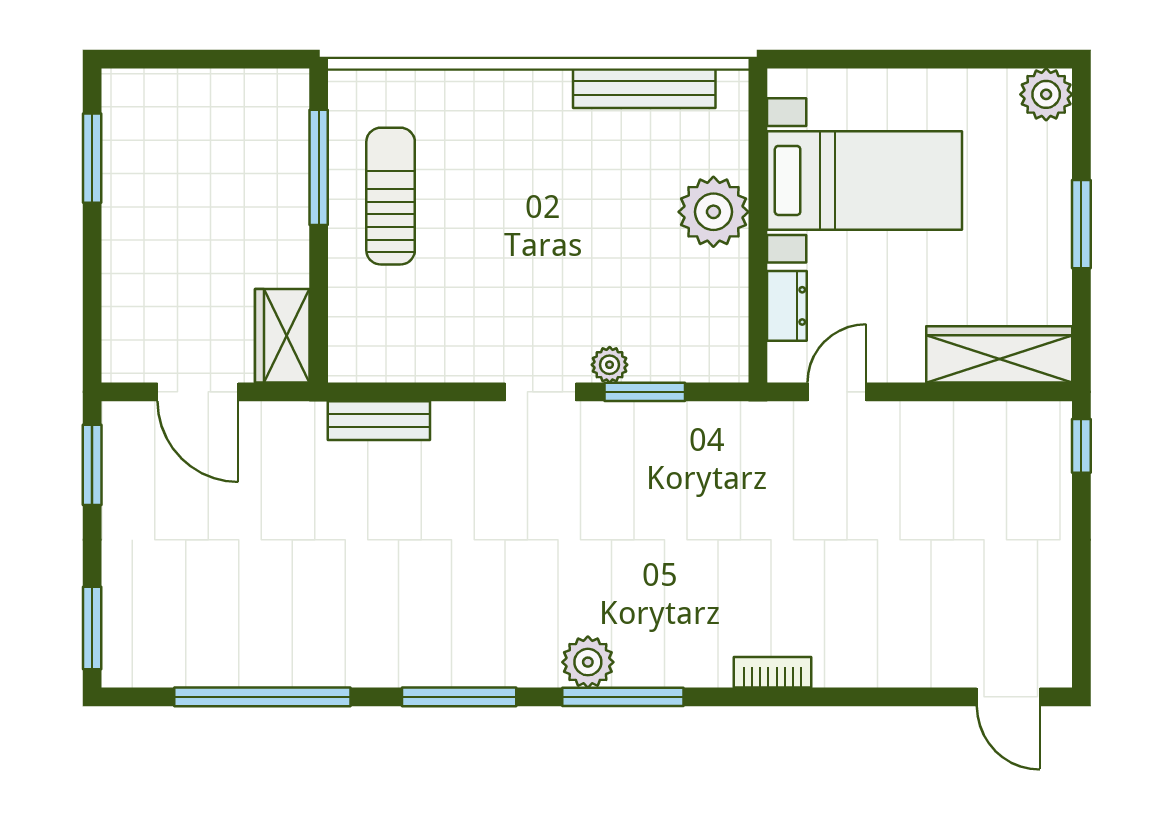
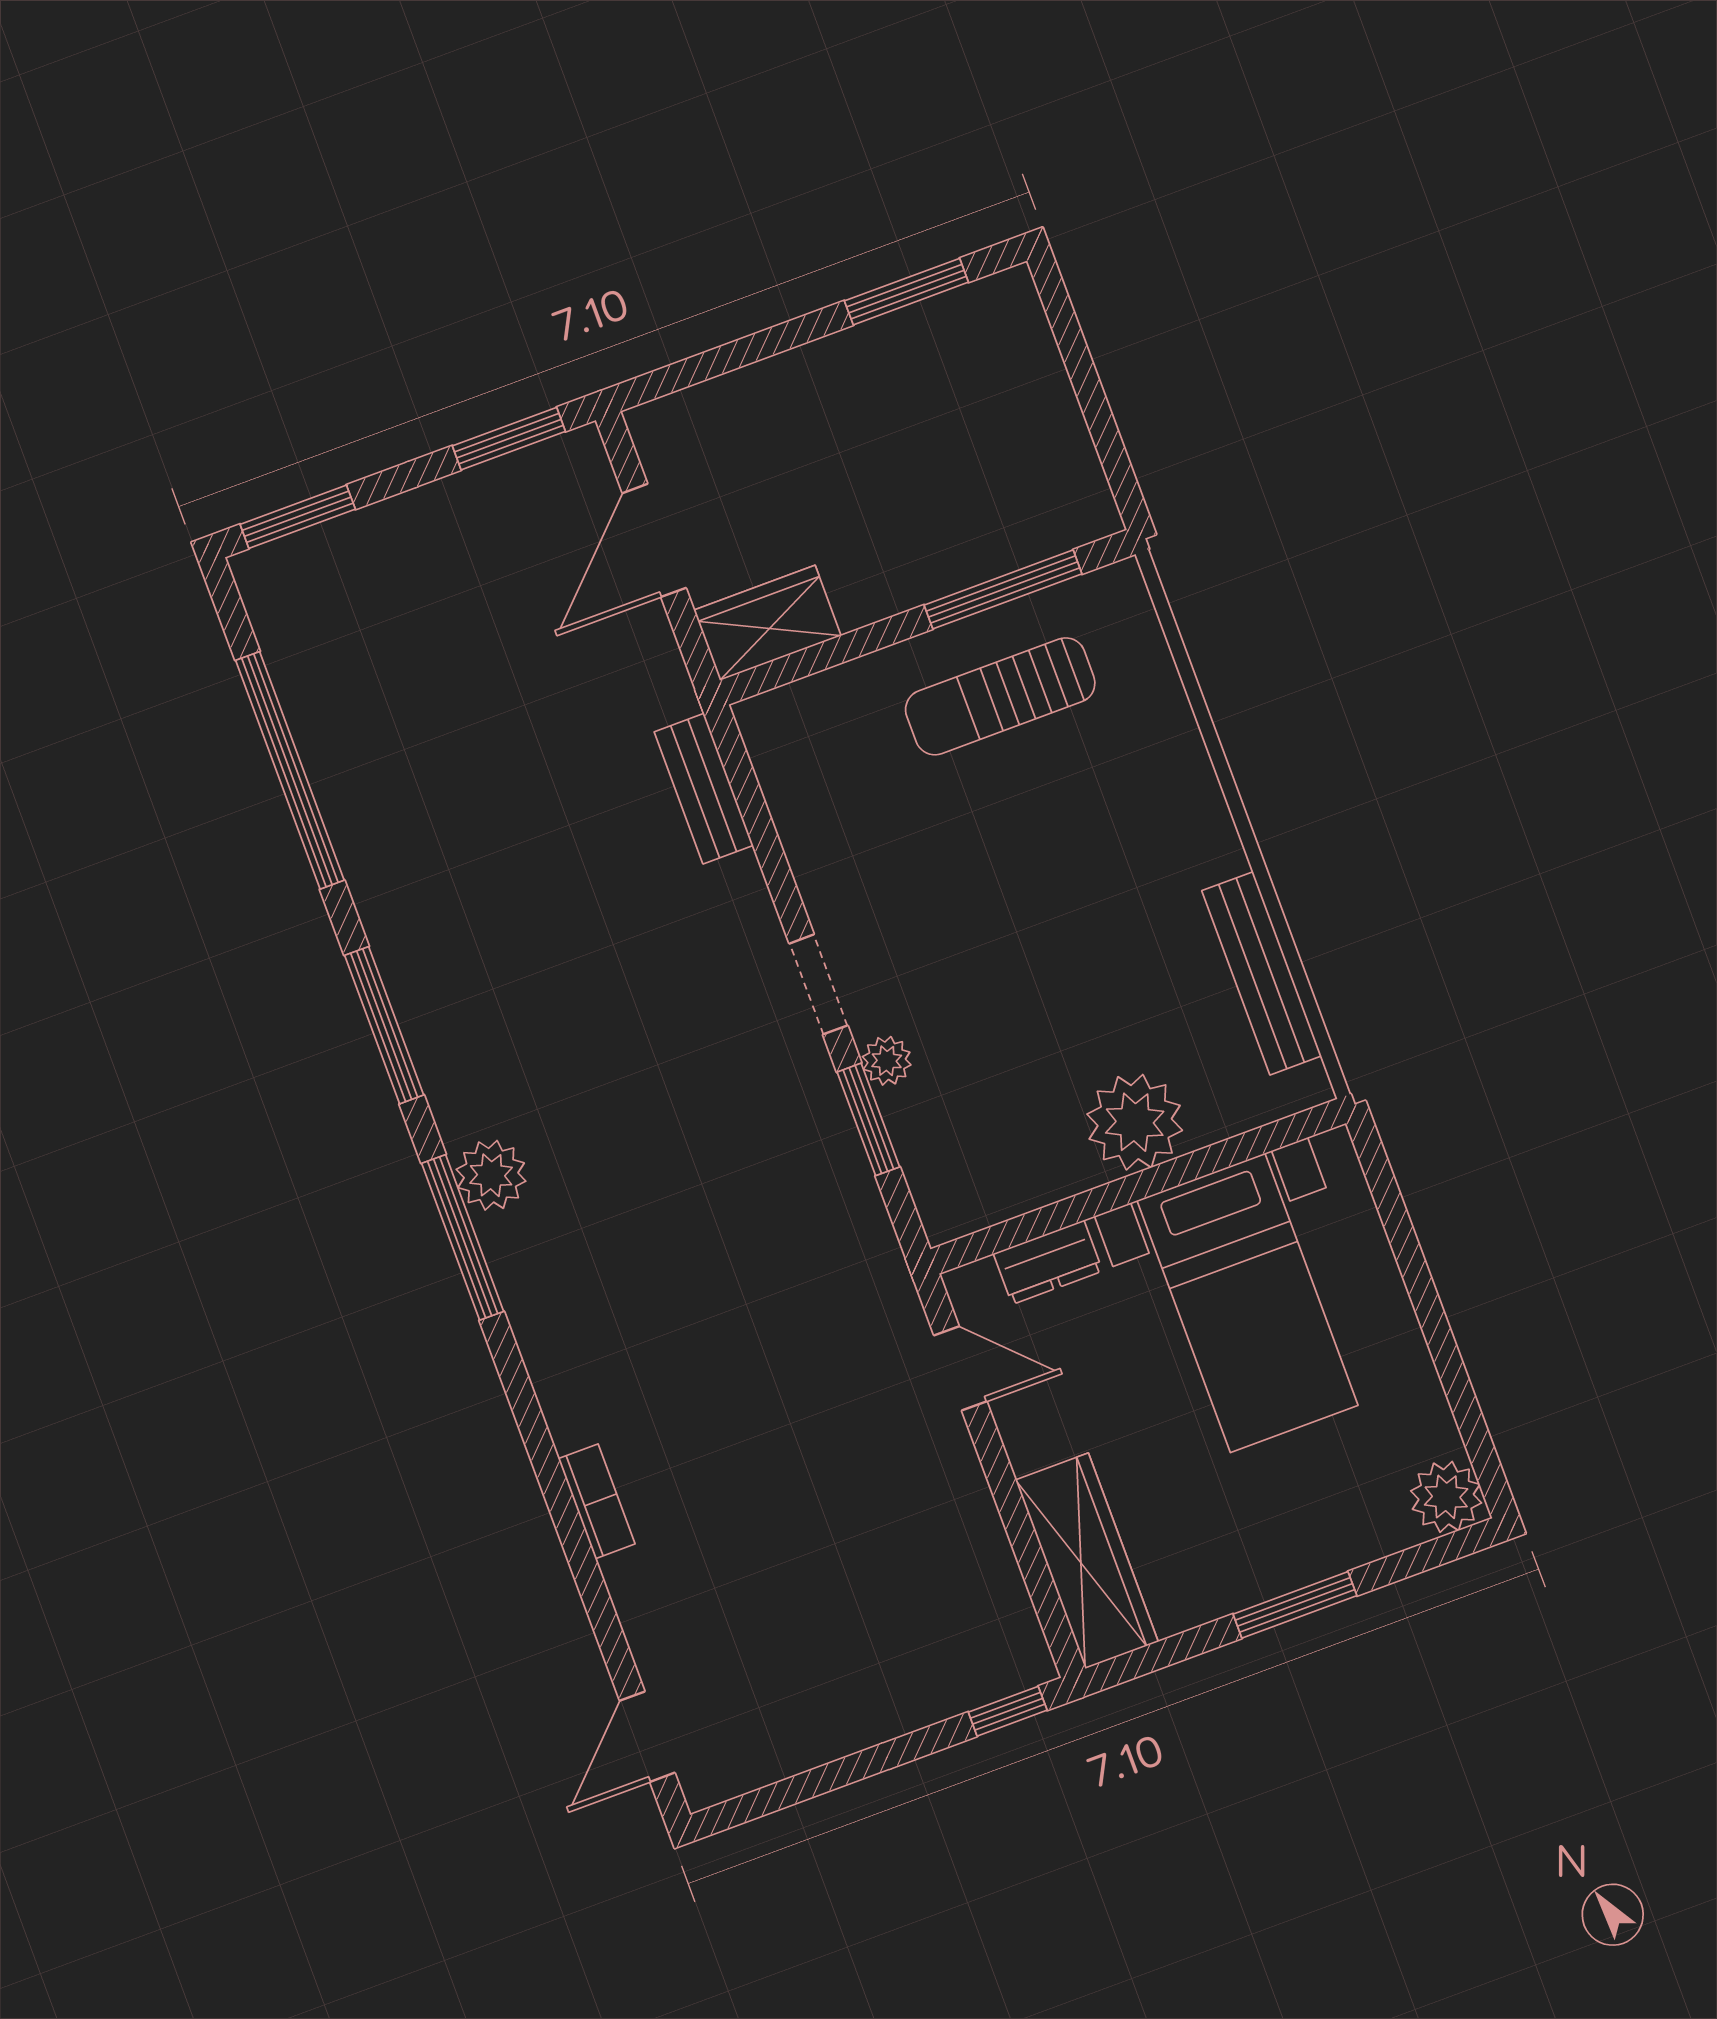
sun lounger: (391, 196) -> (1000, 696), turned 180
bookcase: (773, 672) -> (597, 1501), moved

